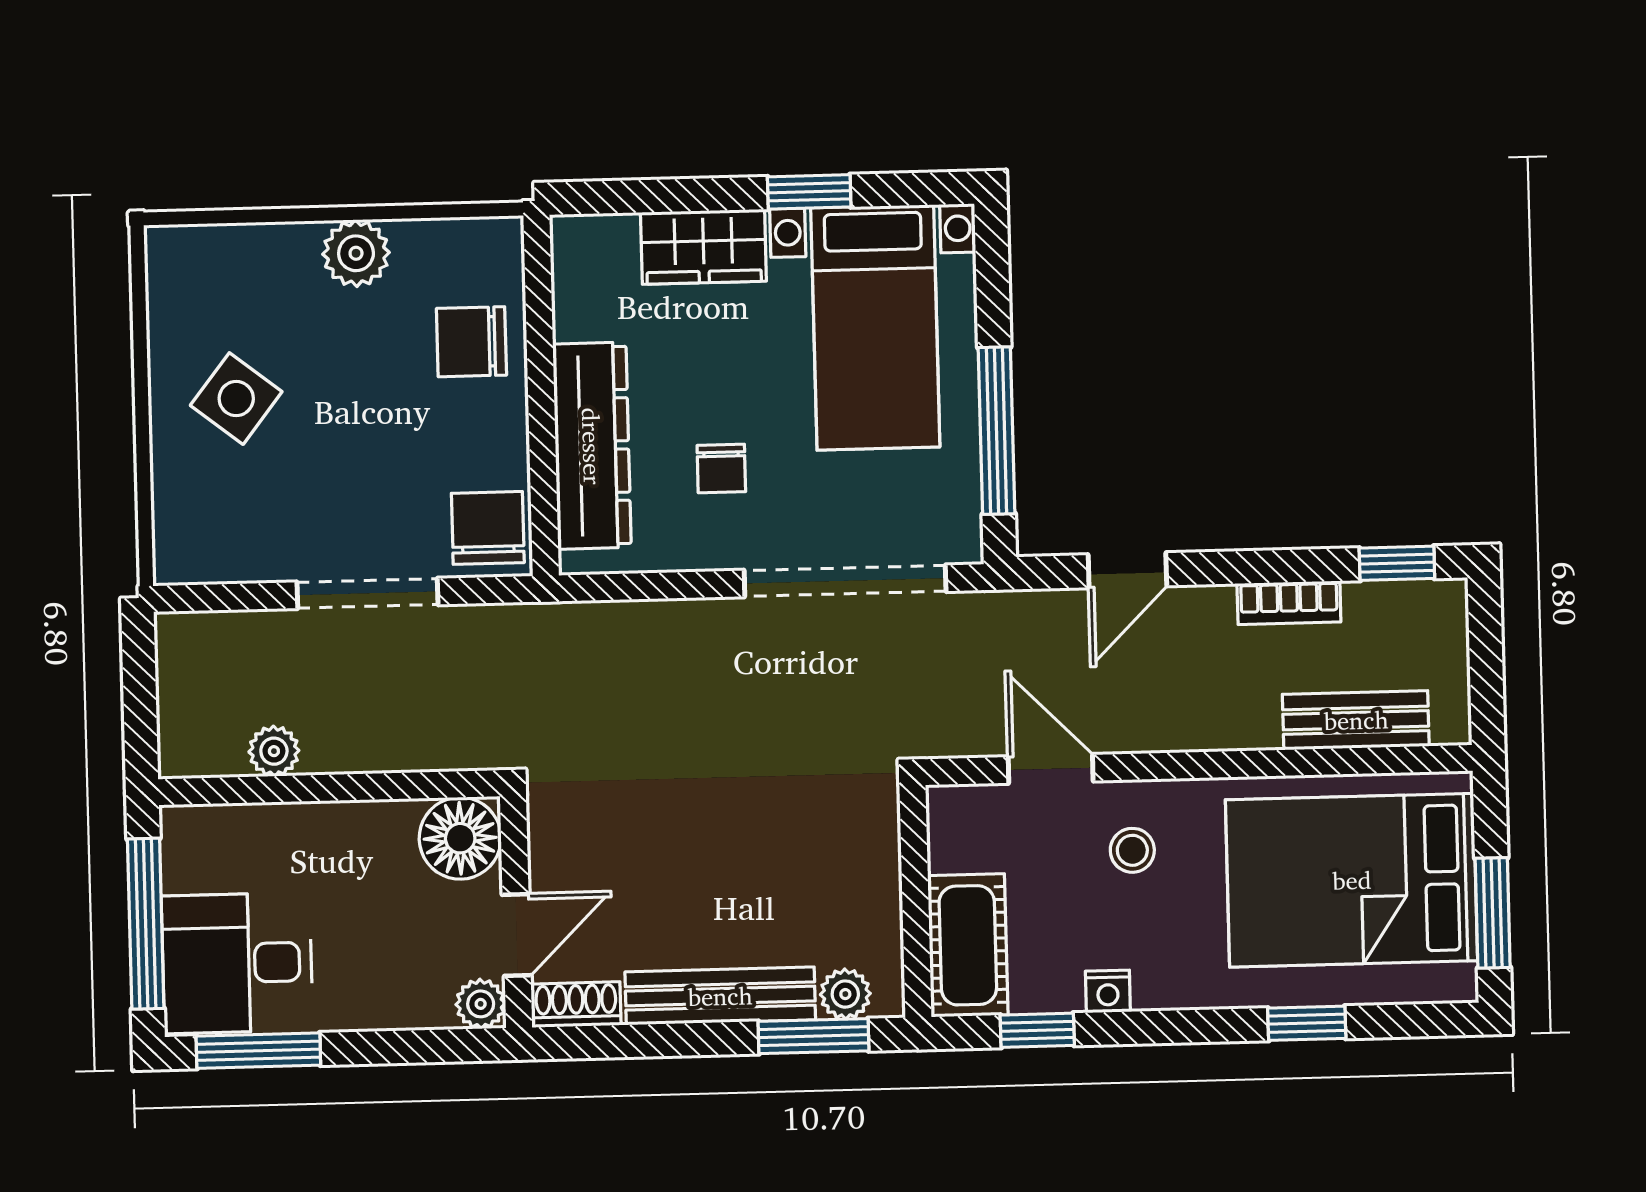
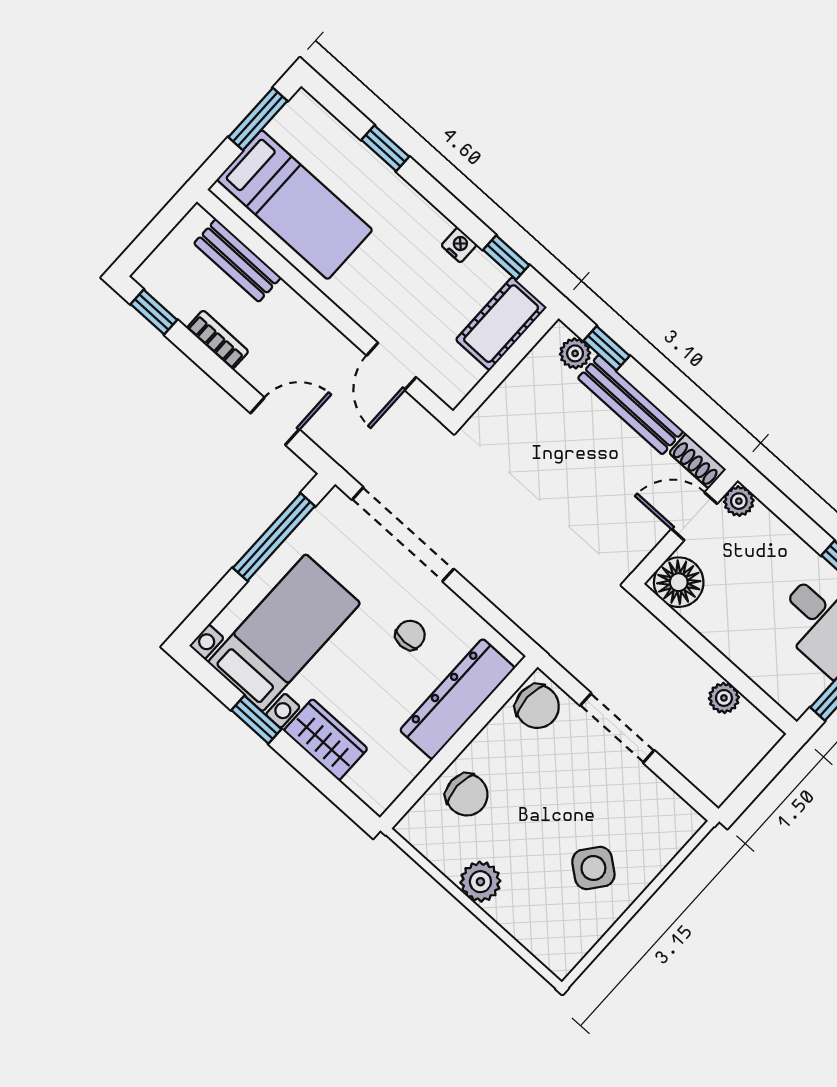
chair: (488, 528) -> (537, 706), turned -90
stool: (1132, 850) -> (389, 297), removed
bed: (1352, 880) -> (295, 205), width x0.67
window: (814, 1036) -> (607, 348), width x0.67

